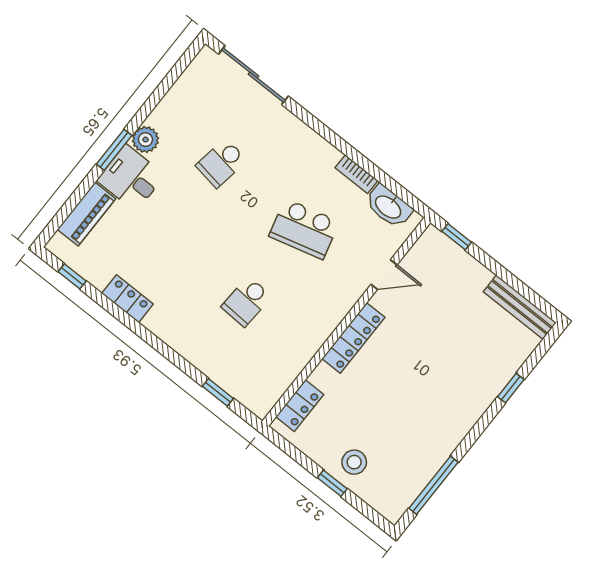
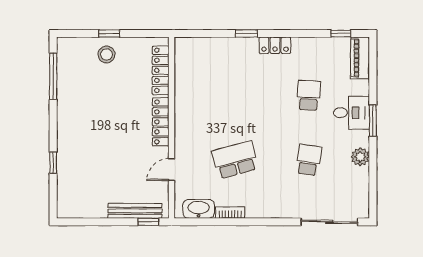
plant: (145, 140) -> (360, 157), moved
piano: (87, 214) -> (360, 58), moved
locker: (127, 299) -> (275, 45), moved
school desk: (246, 301) -> (309, 95), moved
bench: (520, 307) -> (135, 211), moved
window: (218, 392) -> (246, 33), moved
locker: (300, 406) -> (161, 70), width x1.53

